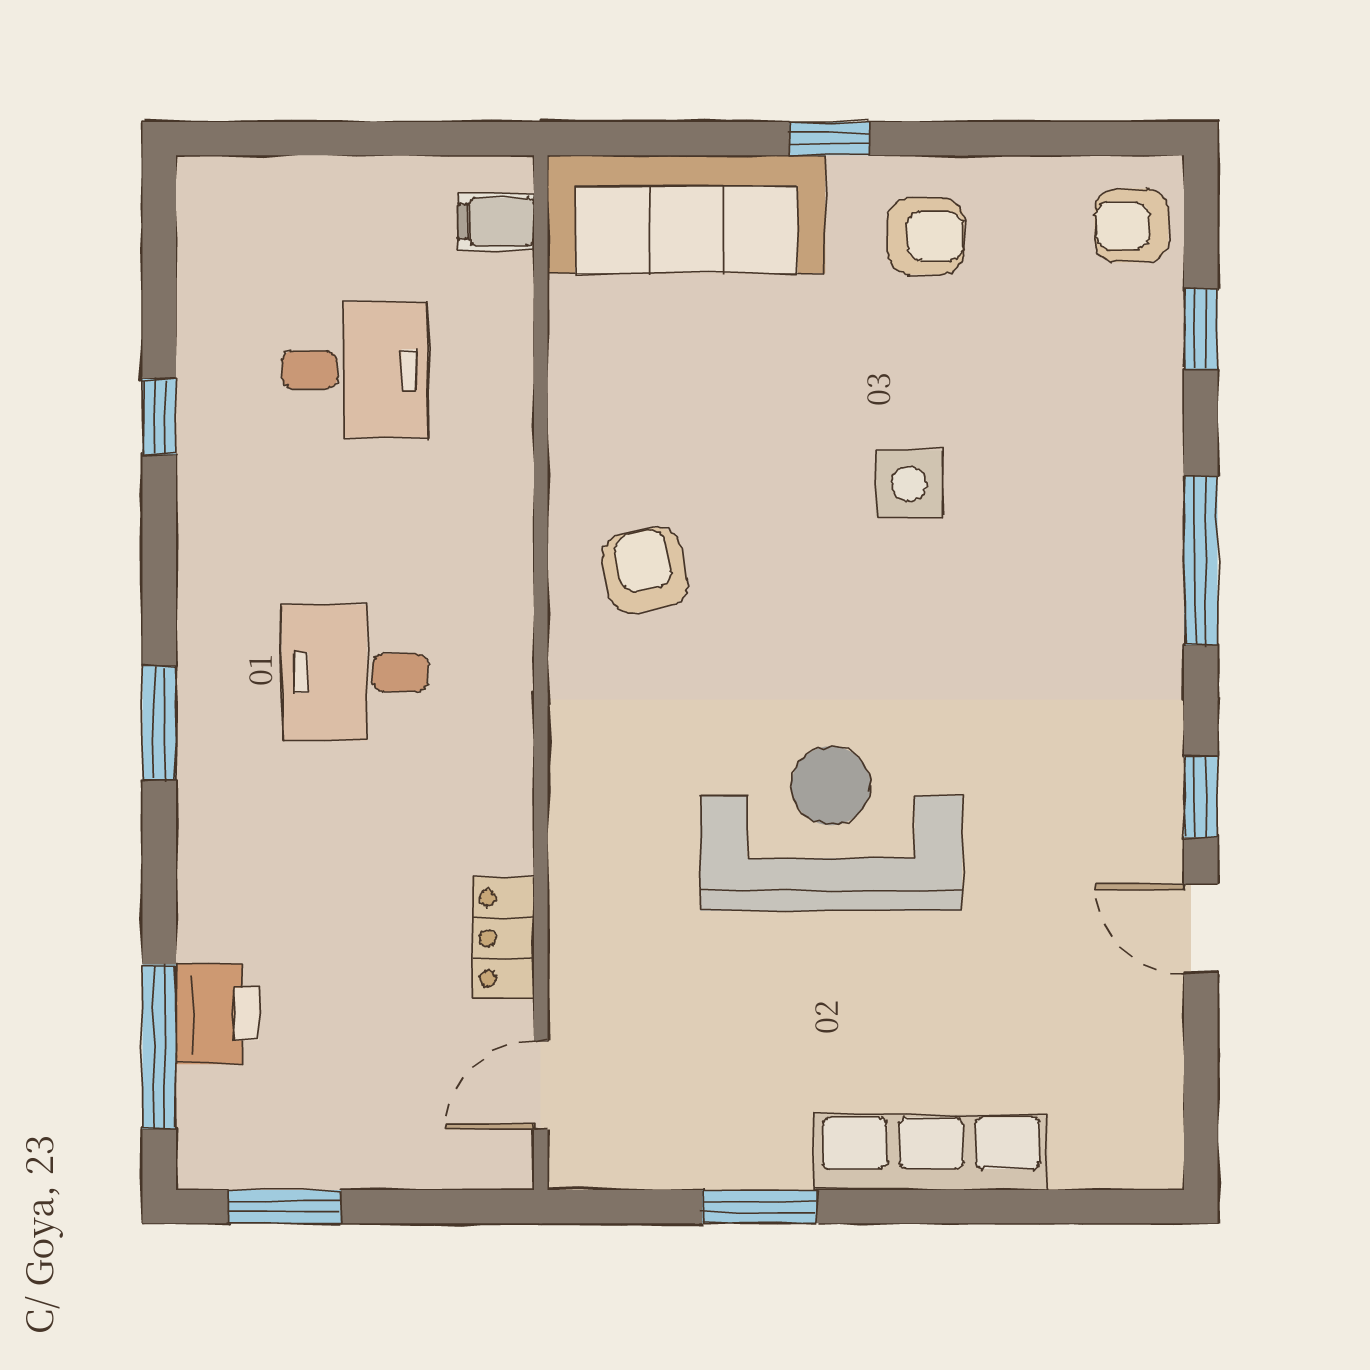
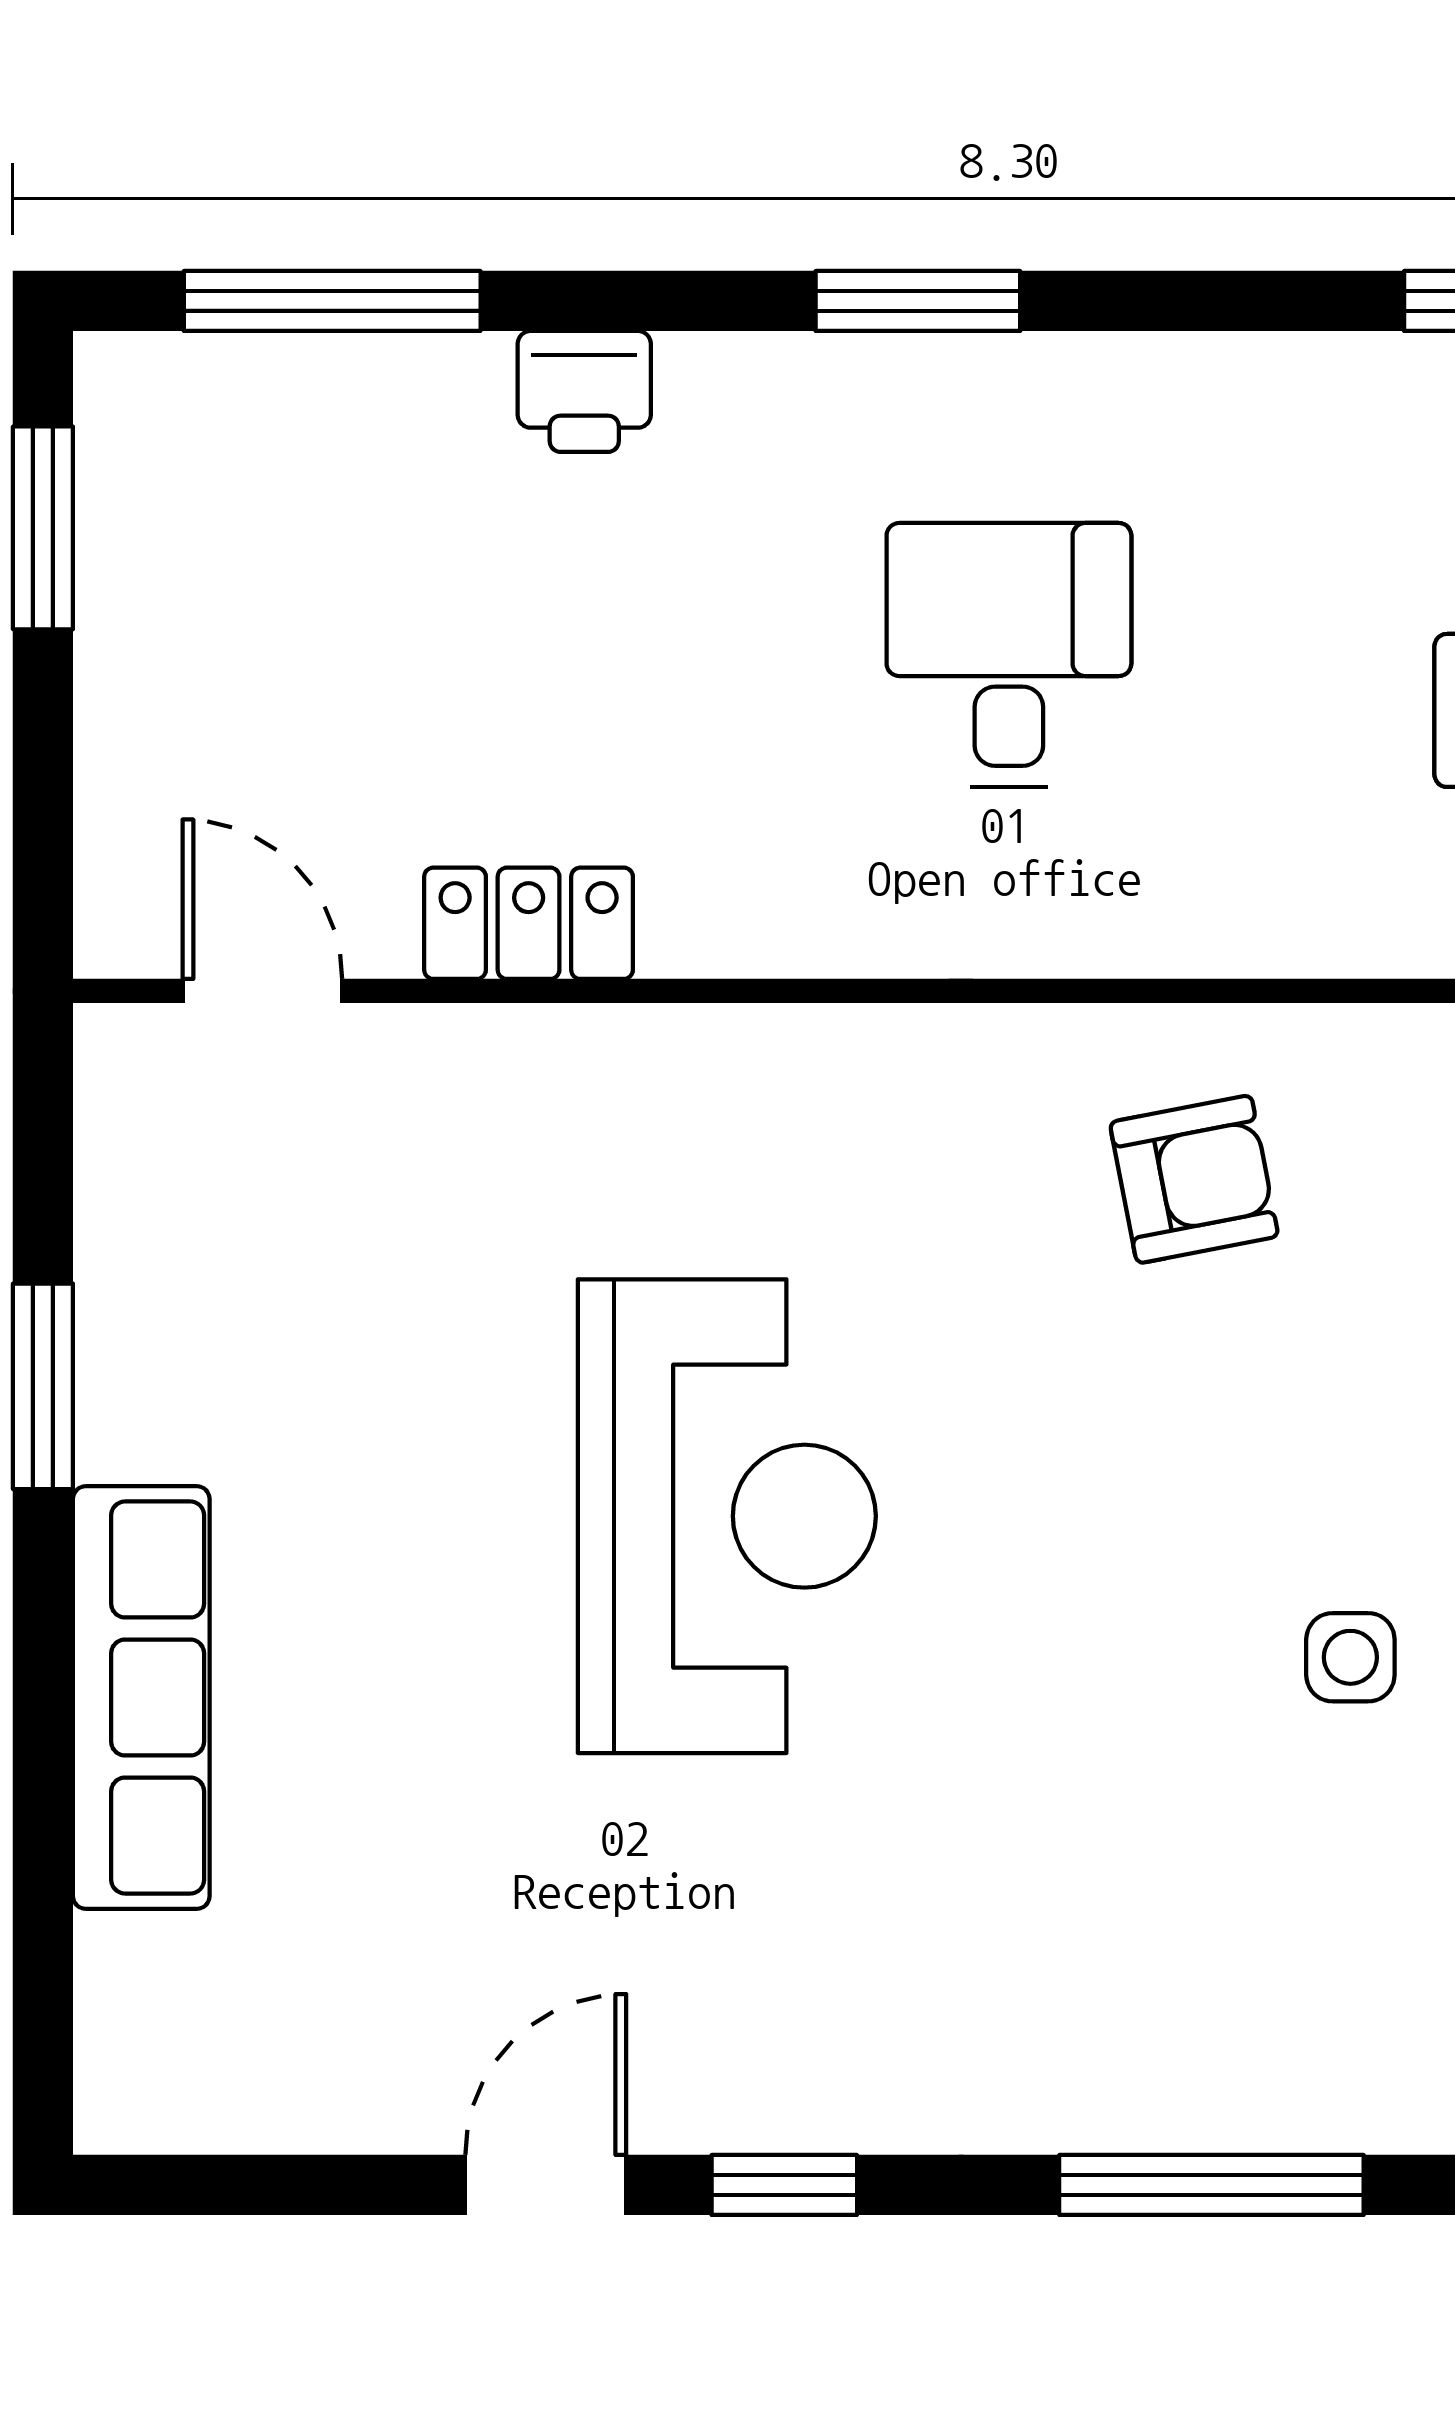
side table: (909, 484) -> (1350, 1657), width x0.73, depth x0.73
printer: (217, 1014) -> (584, 391), moved, width x0.73, depth x0.81

